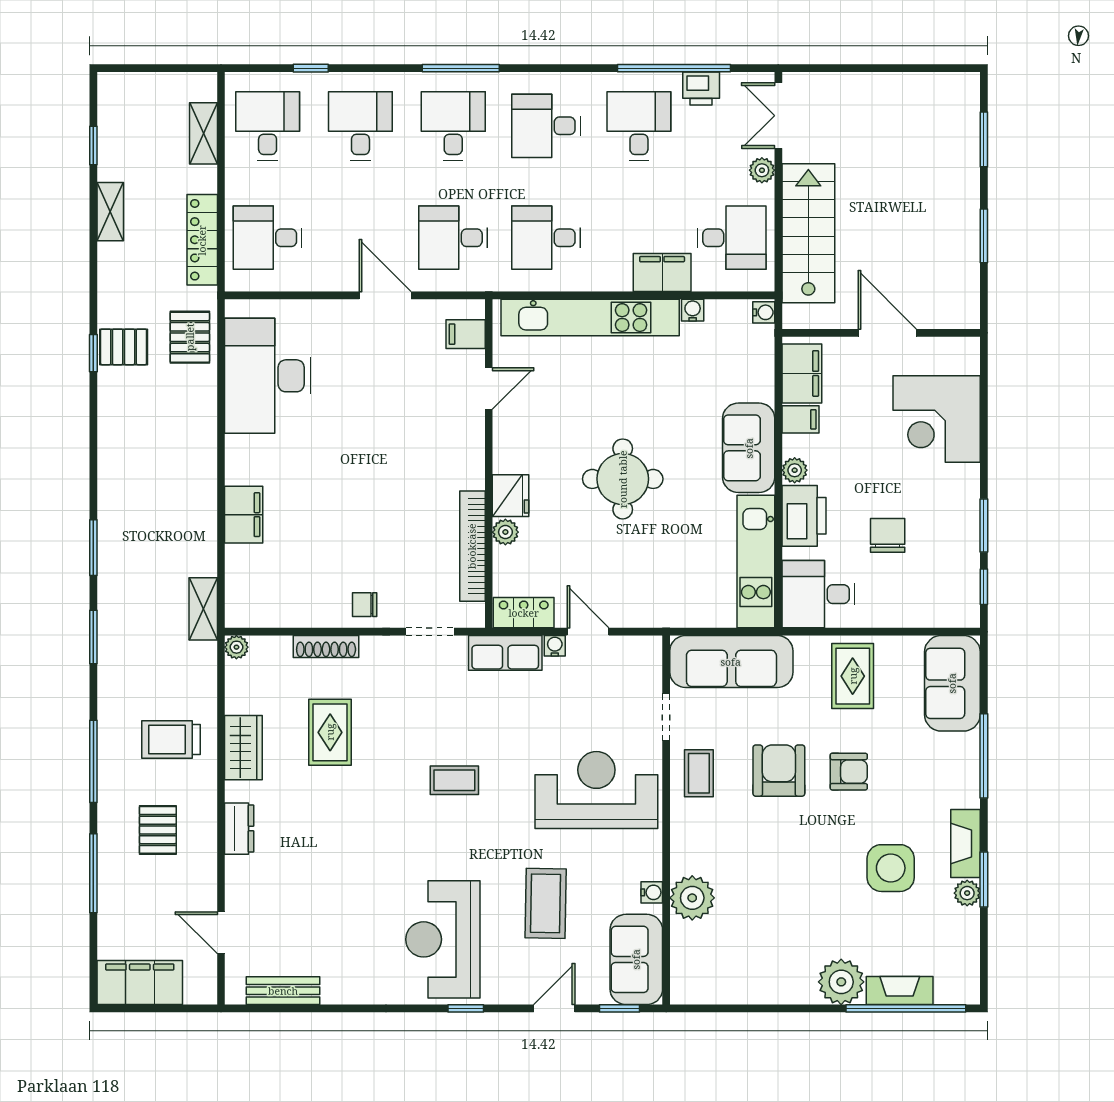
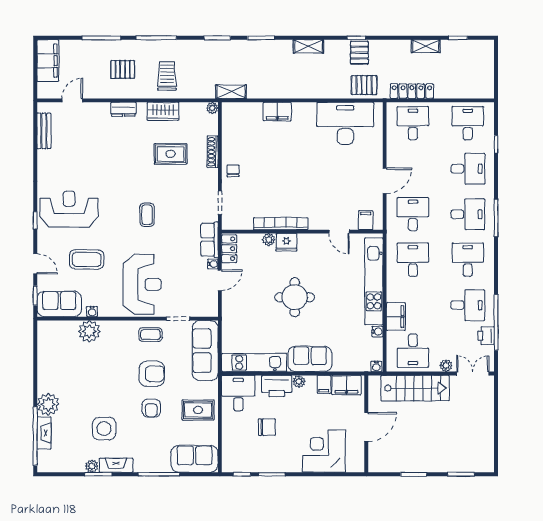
desk: (268, 126) -> (468, 123), turned -90
shelving: (203, 133) -> (308, 46), moved
bookcase: (472, 546) -> (281, 224), moved

